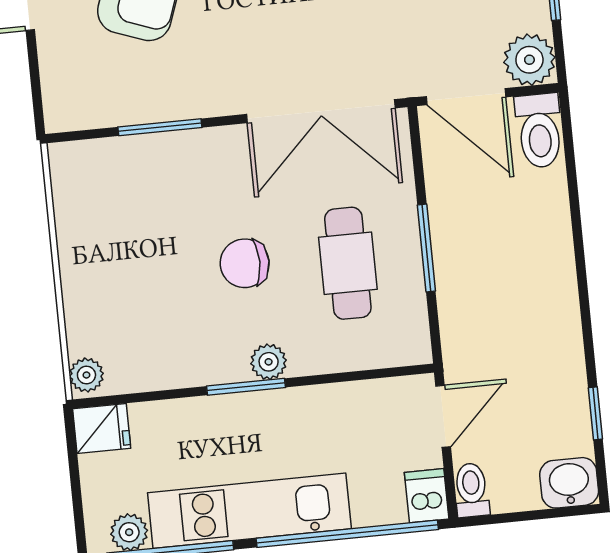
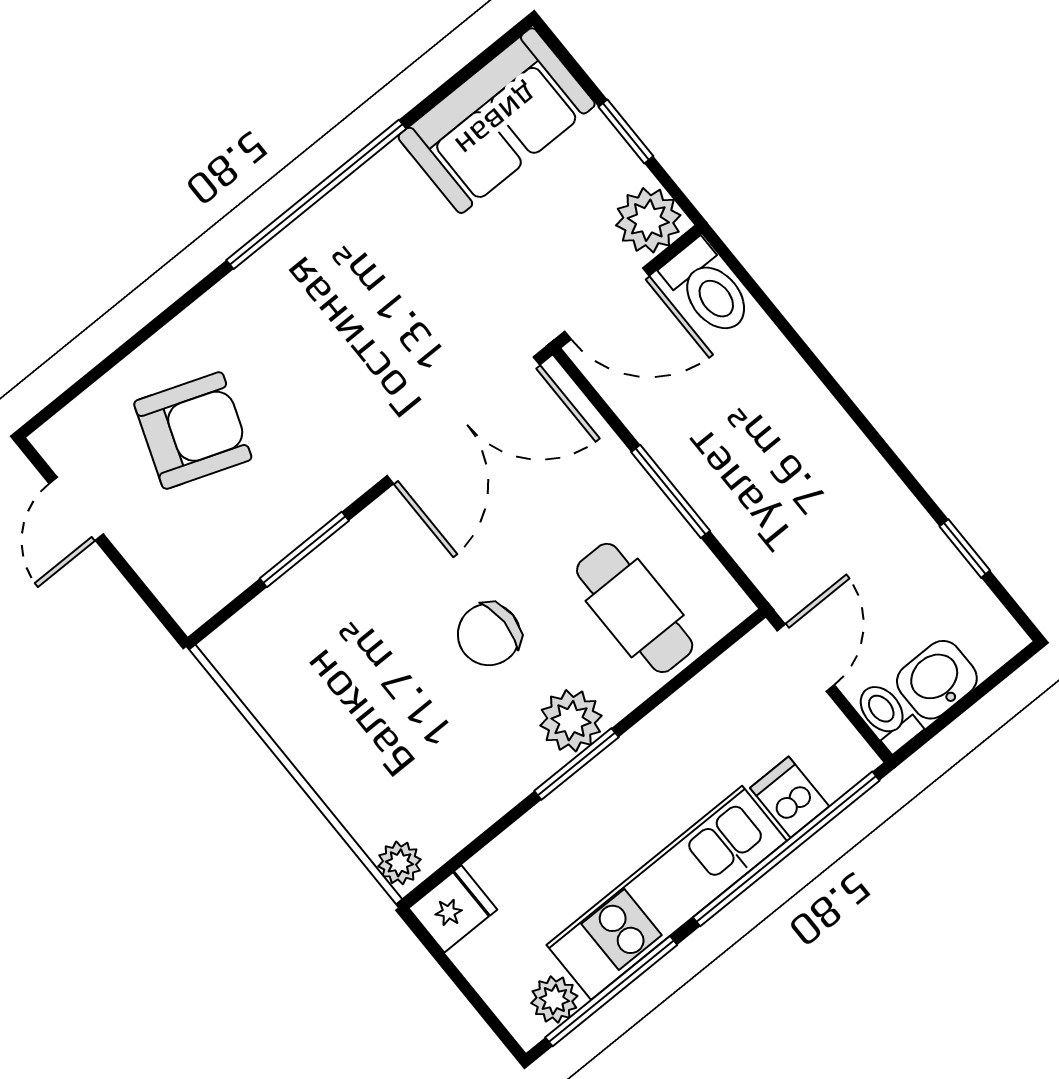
cafe table: (348, 263) -> (635, 608), moved
plant: (269, 362) -> (571, 721), width x1.38, depth x1.38
washbasin: (569, 483) -> (937, 680), moved
dishwasher: (427, 496) -> (790, 797), moved

